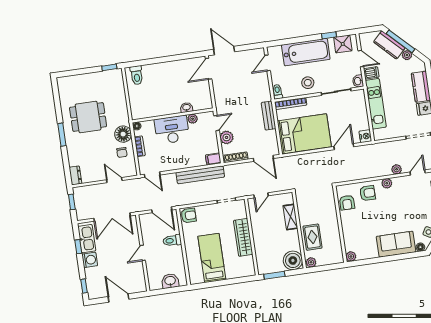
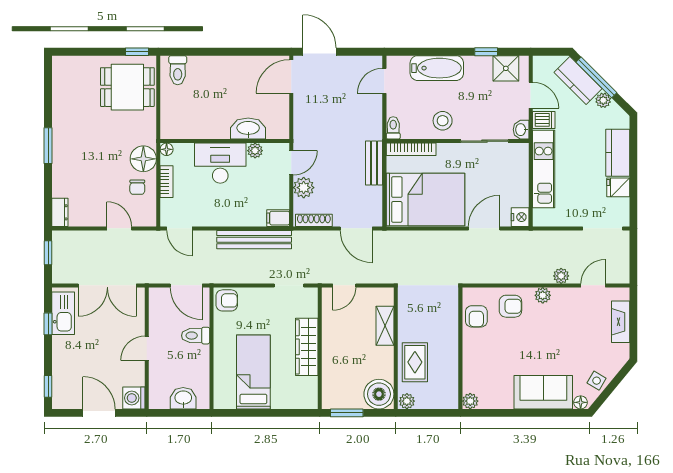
bathtub: (306, 52) -> (437, 68), width x0.73, depth x0.73
washbasin: (186, 108) -> (248, 129), width x1.91, depth x1.45
dining table: (88, 117) -> (127, 87), moved
washing machine: (90, 260) -> (134, 398), moved, turned 180

